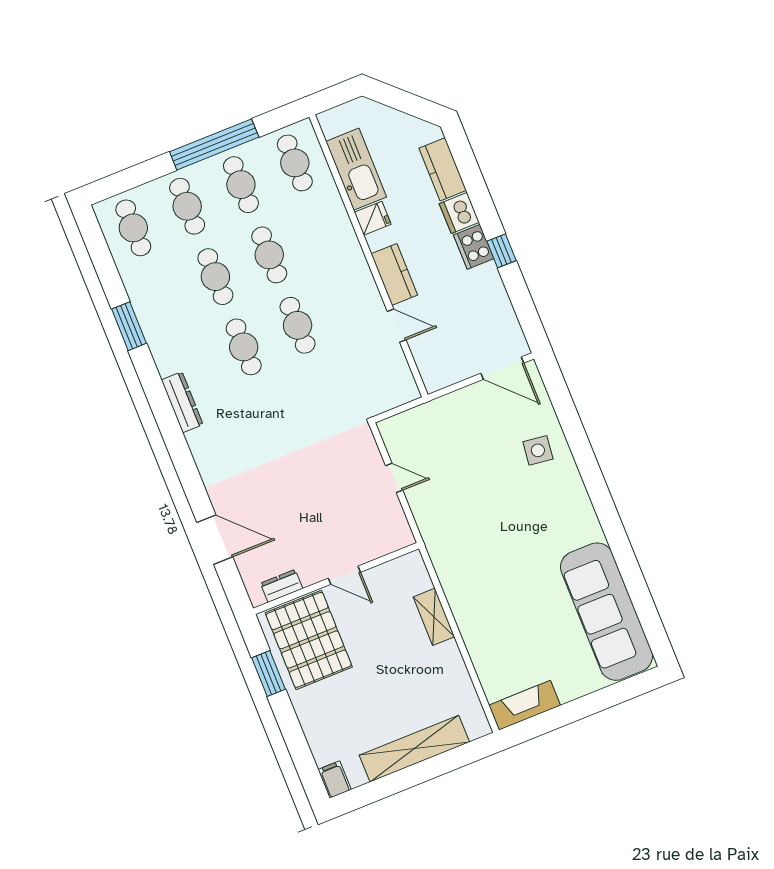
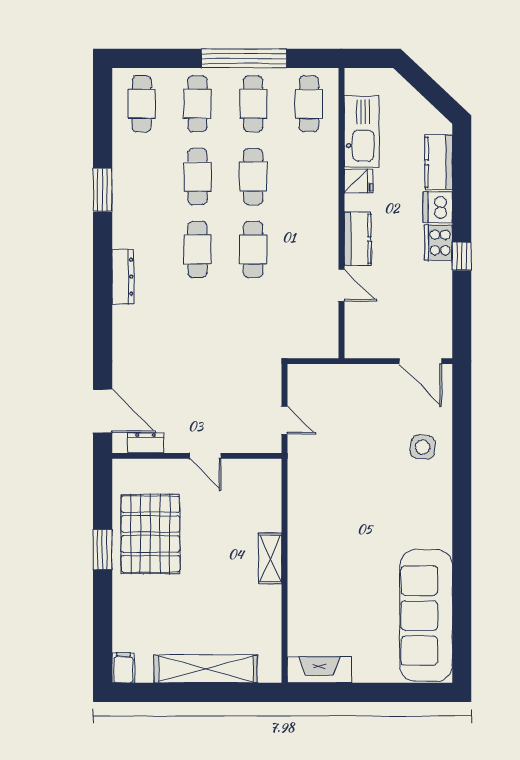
door: (344, 575) -> (205, 456), moved
wall: (336, 578) -> (197, 456), moved
dresser: (282, 586) -> (146, 443), moved

